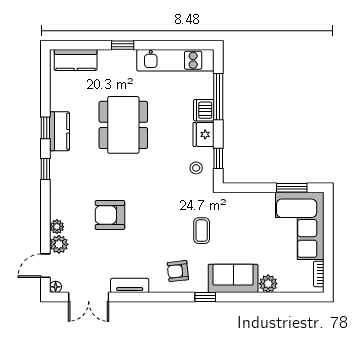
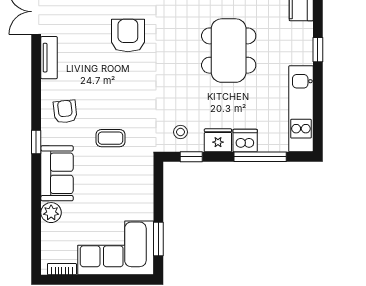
dining table: (123, 125) -> (229, 51), turned 90

